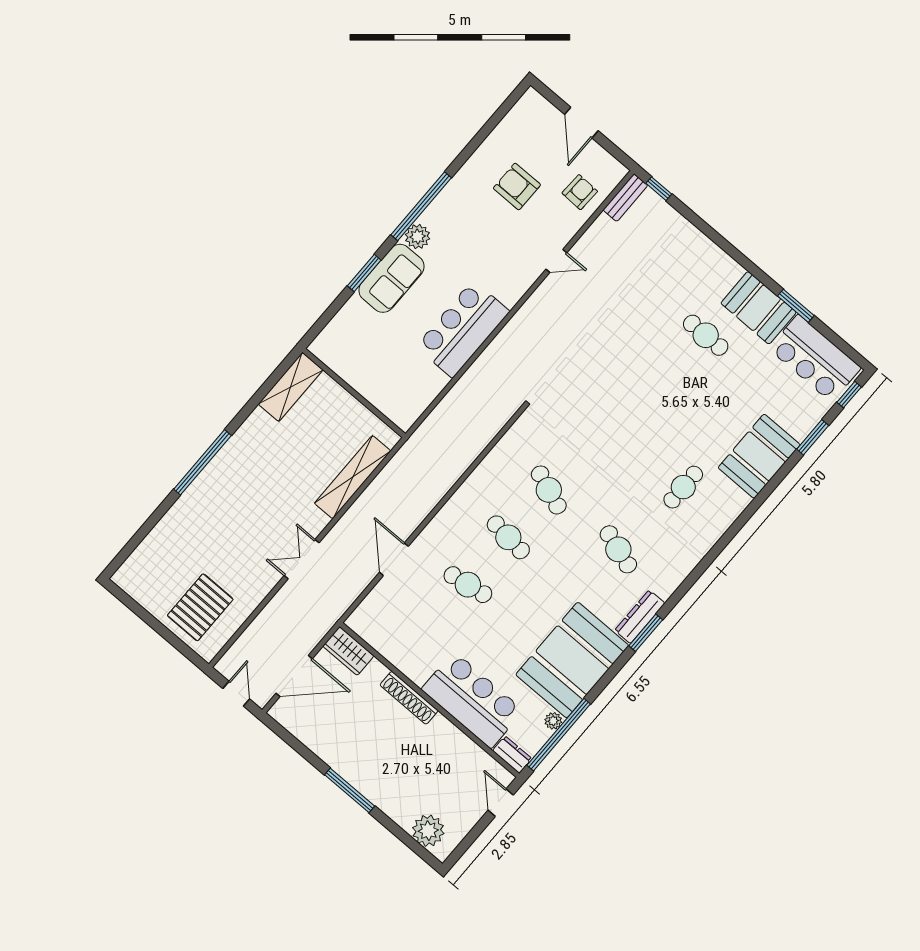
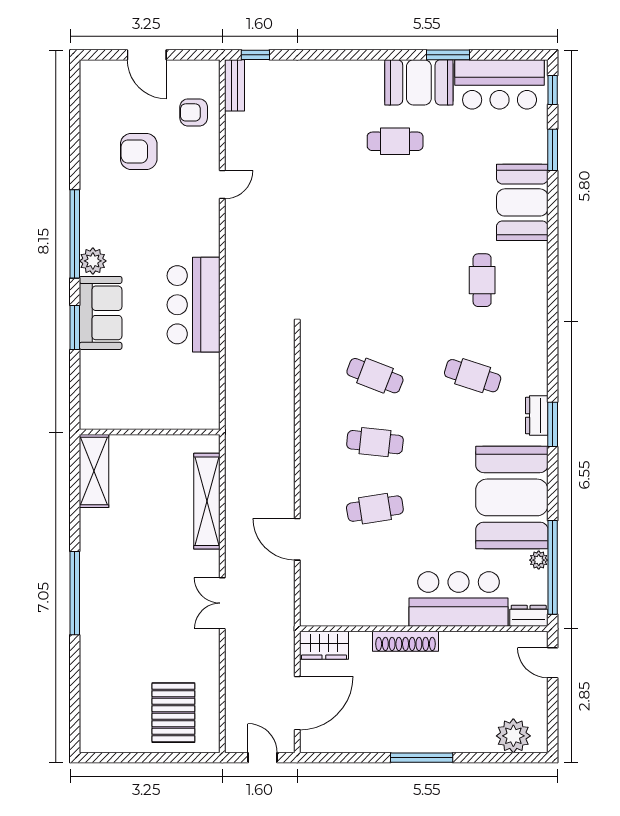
armchair: (580, 192) -> (194, 112), turned -92
dresser: (640, 617) -> (537, 415), width x0.70

